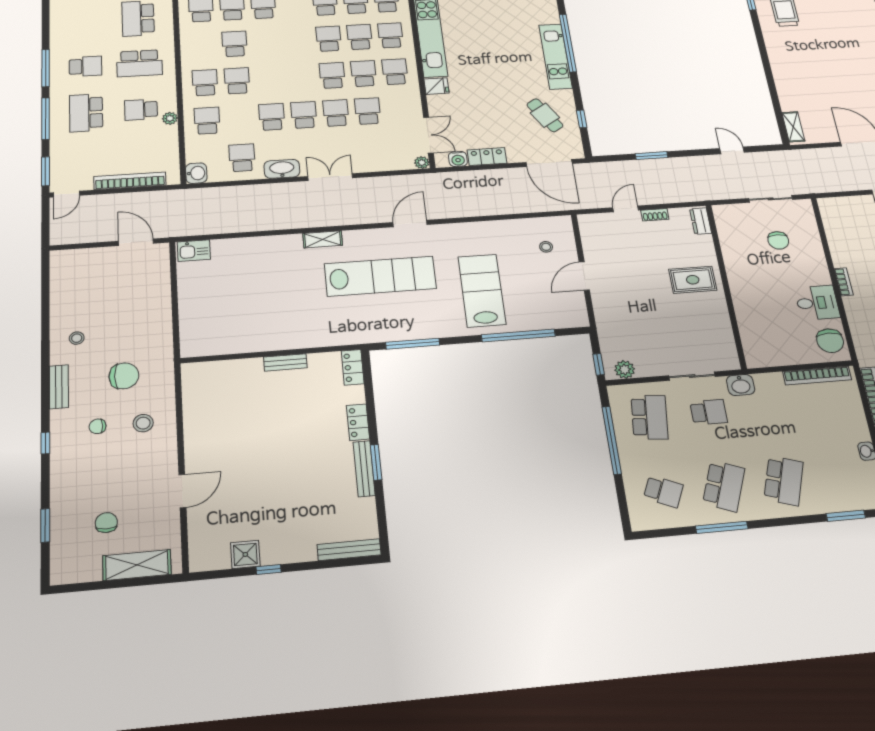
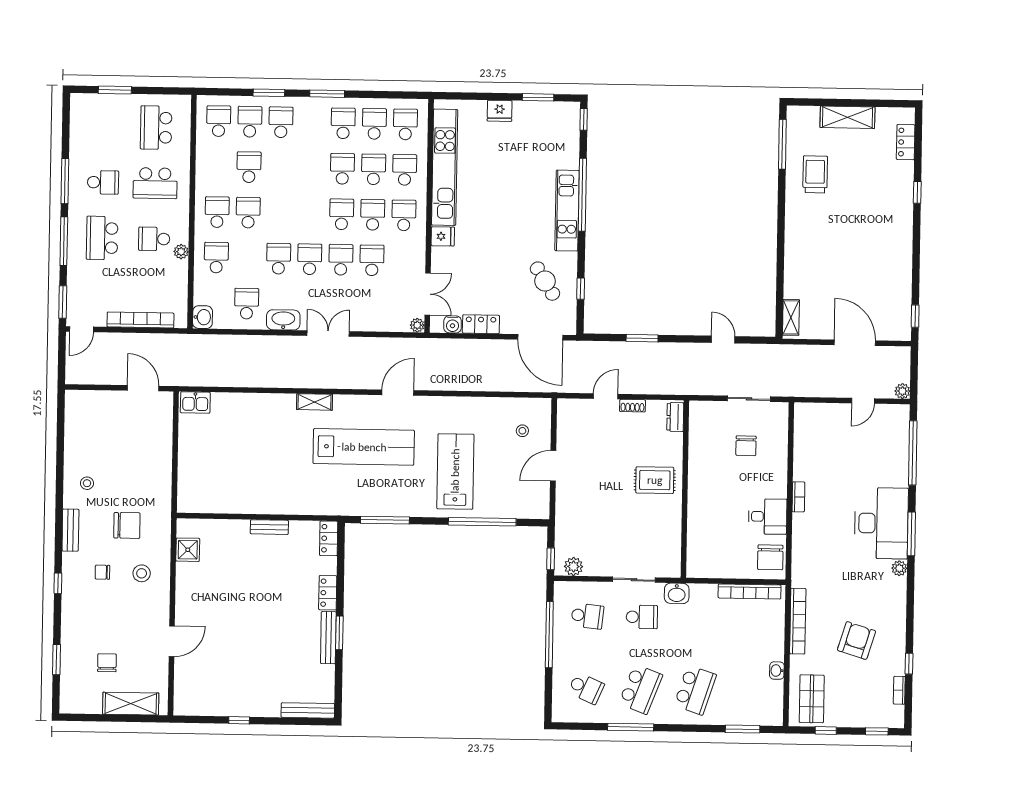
school desk: (650, 417) -> (587, 616), width x0.54
shower: (245, 554) -> (188, 550), moved

